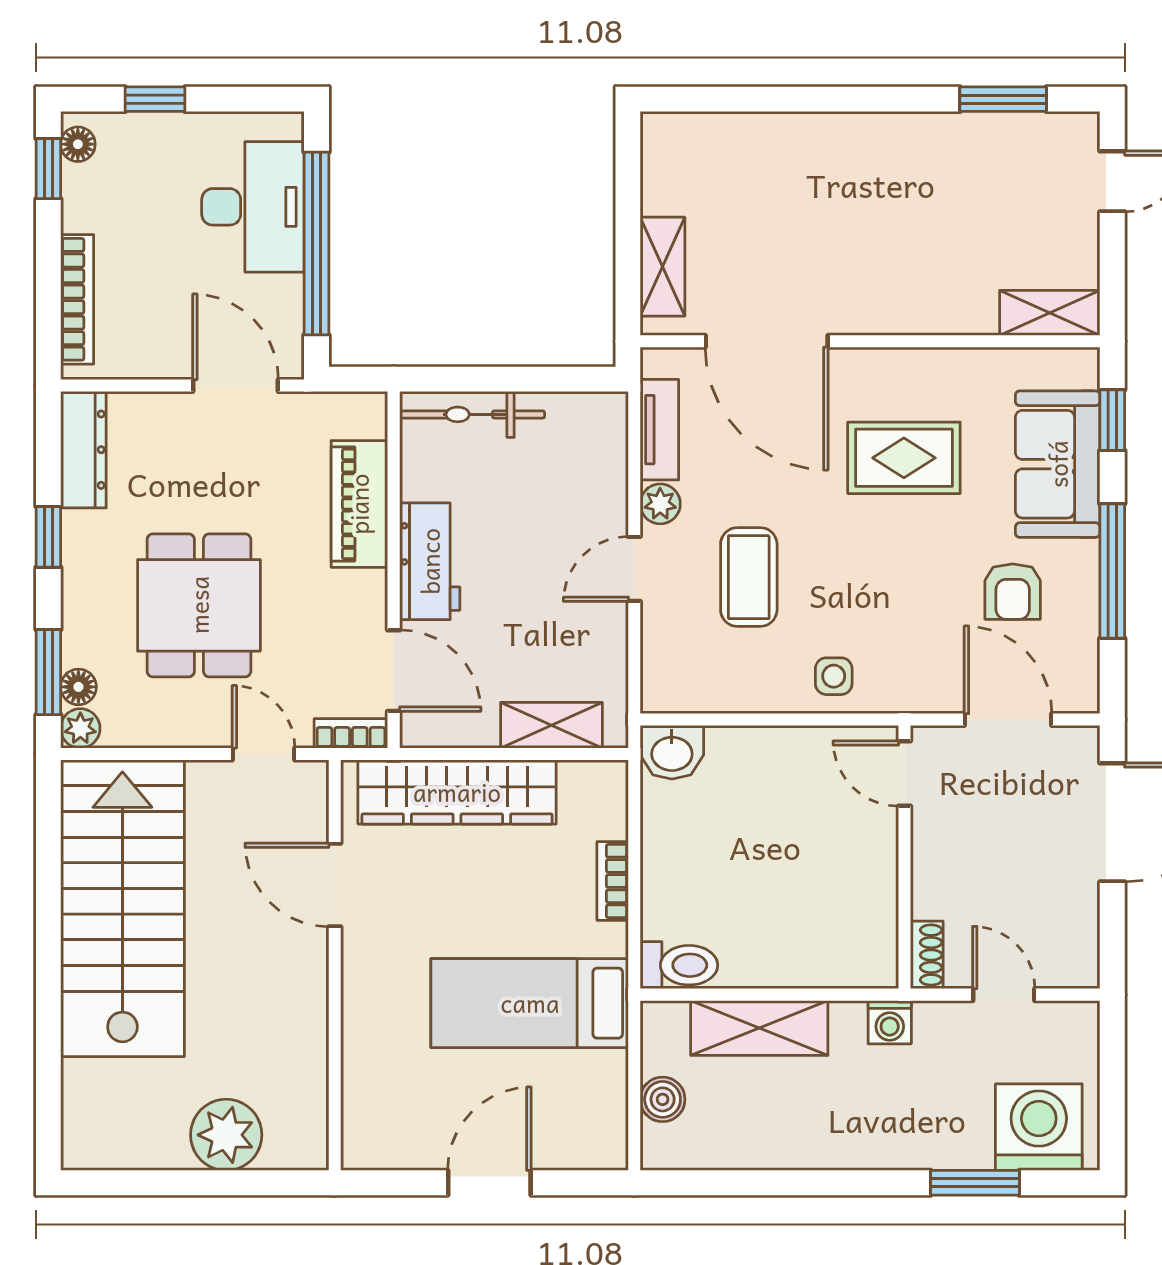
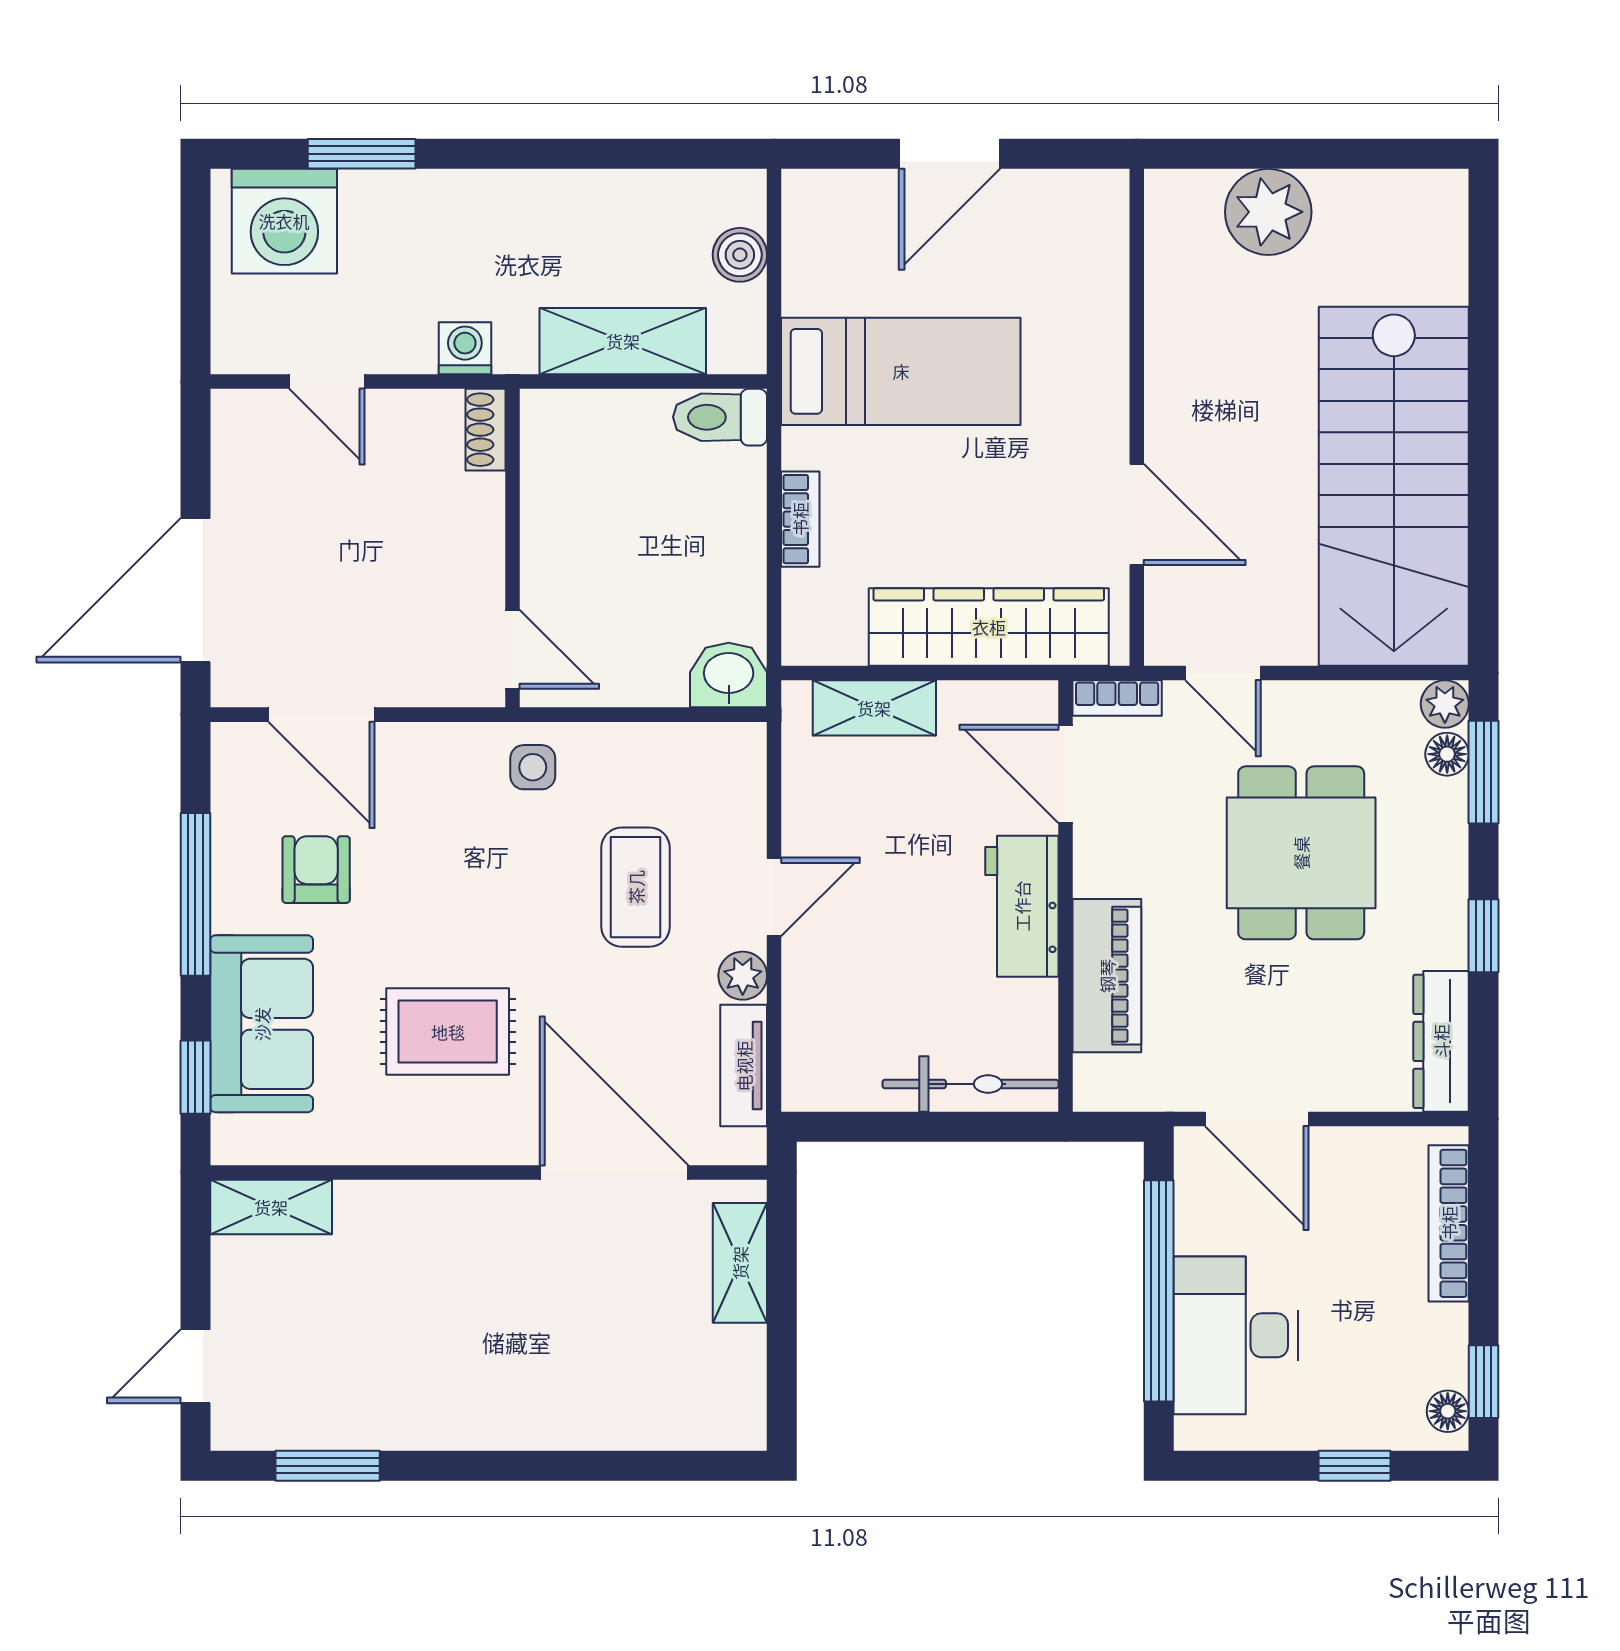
door: (904, 773) -> (512, 649), moved
wall: (904, 857) -> (512, 548), moved
shoe rack: (927, 955) -> (485, 430), moved

